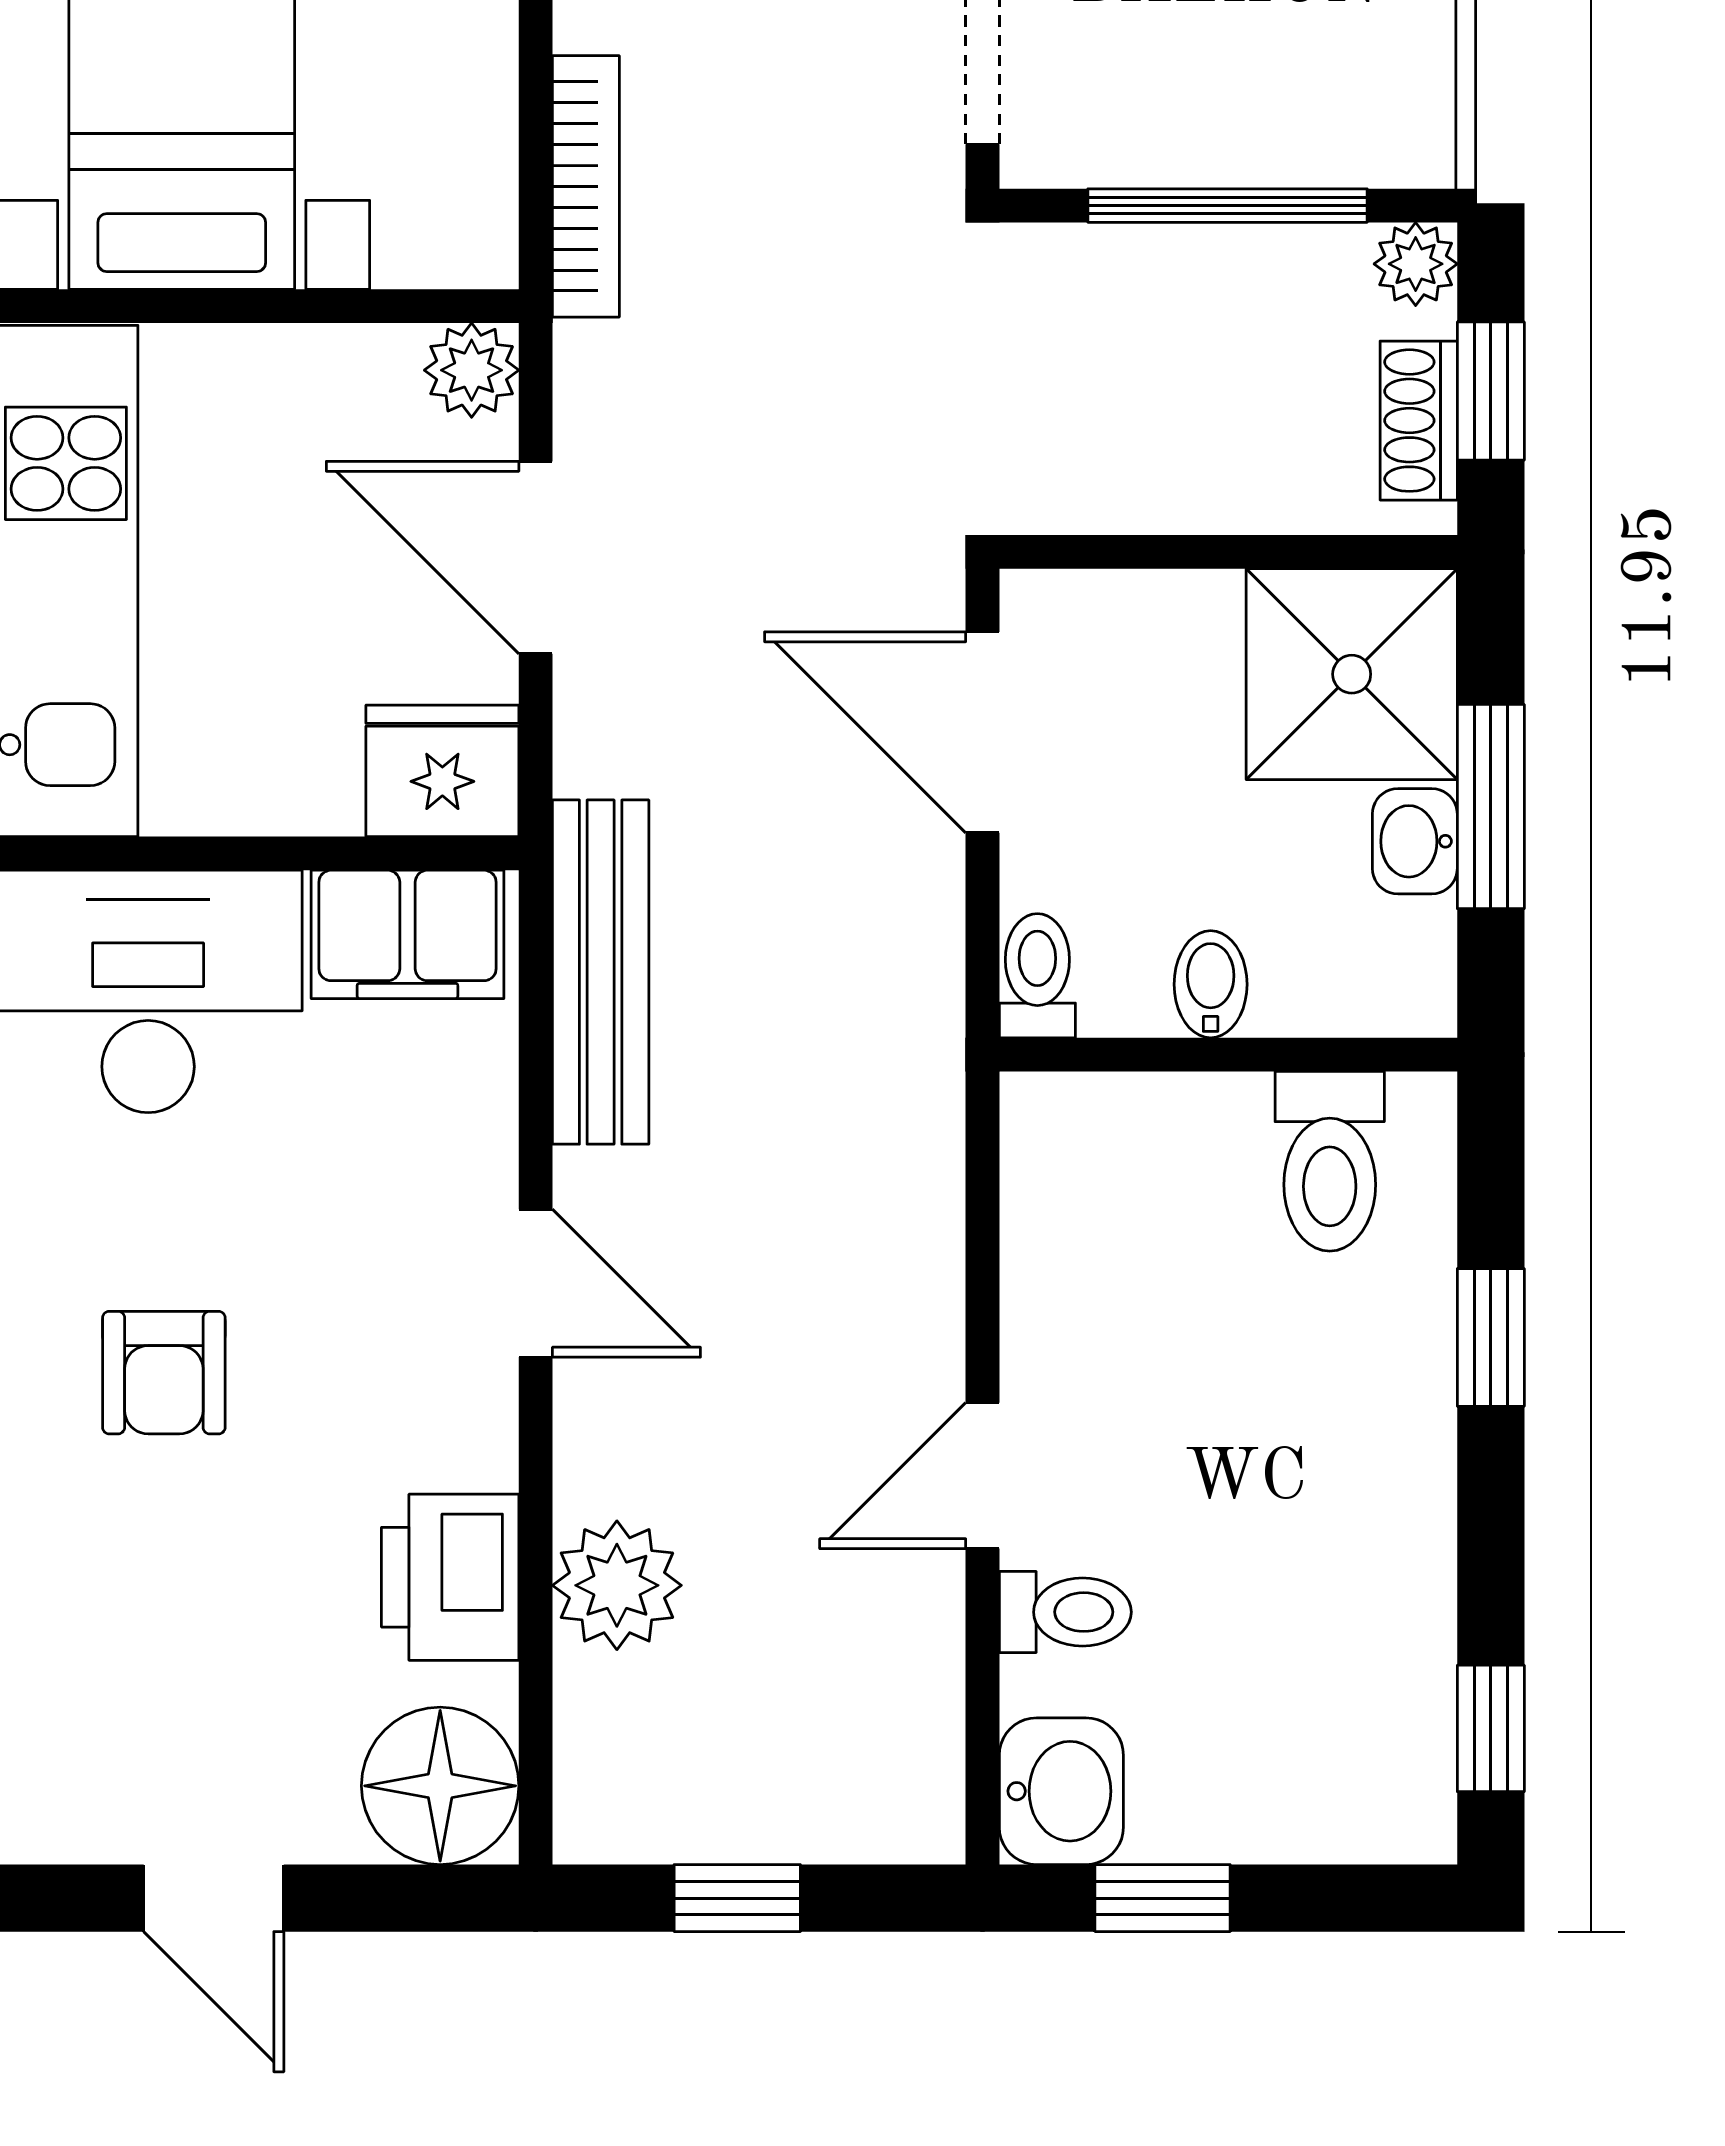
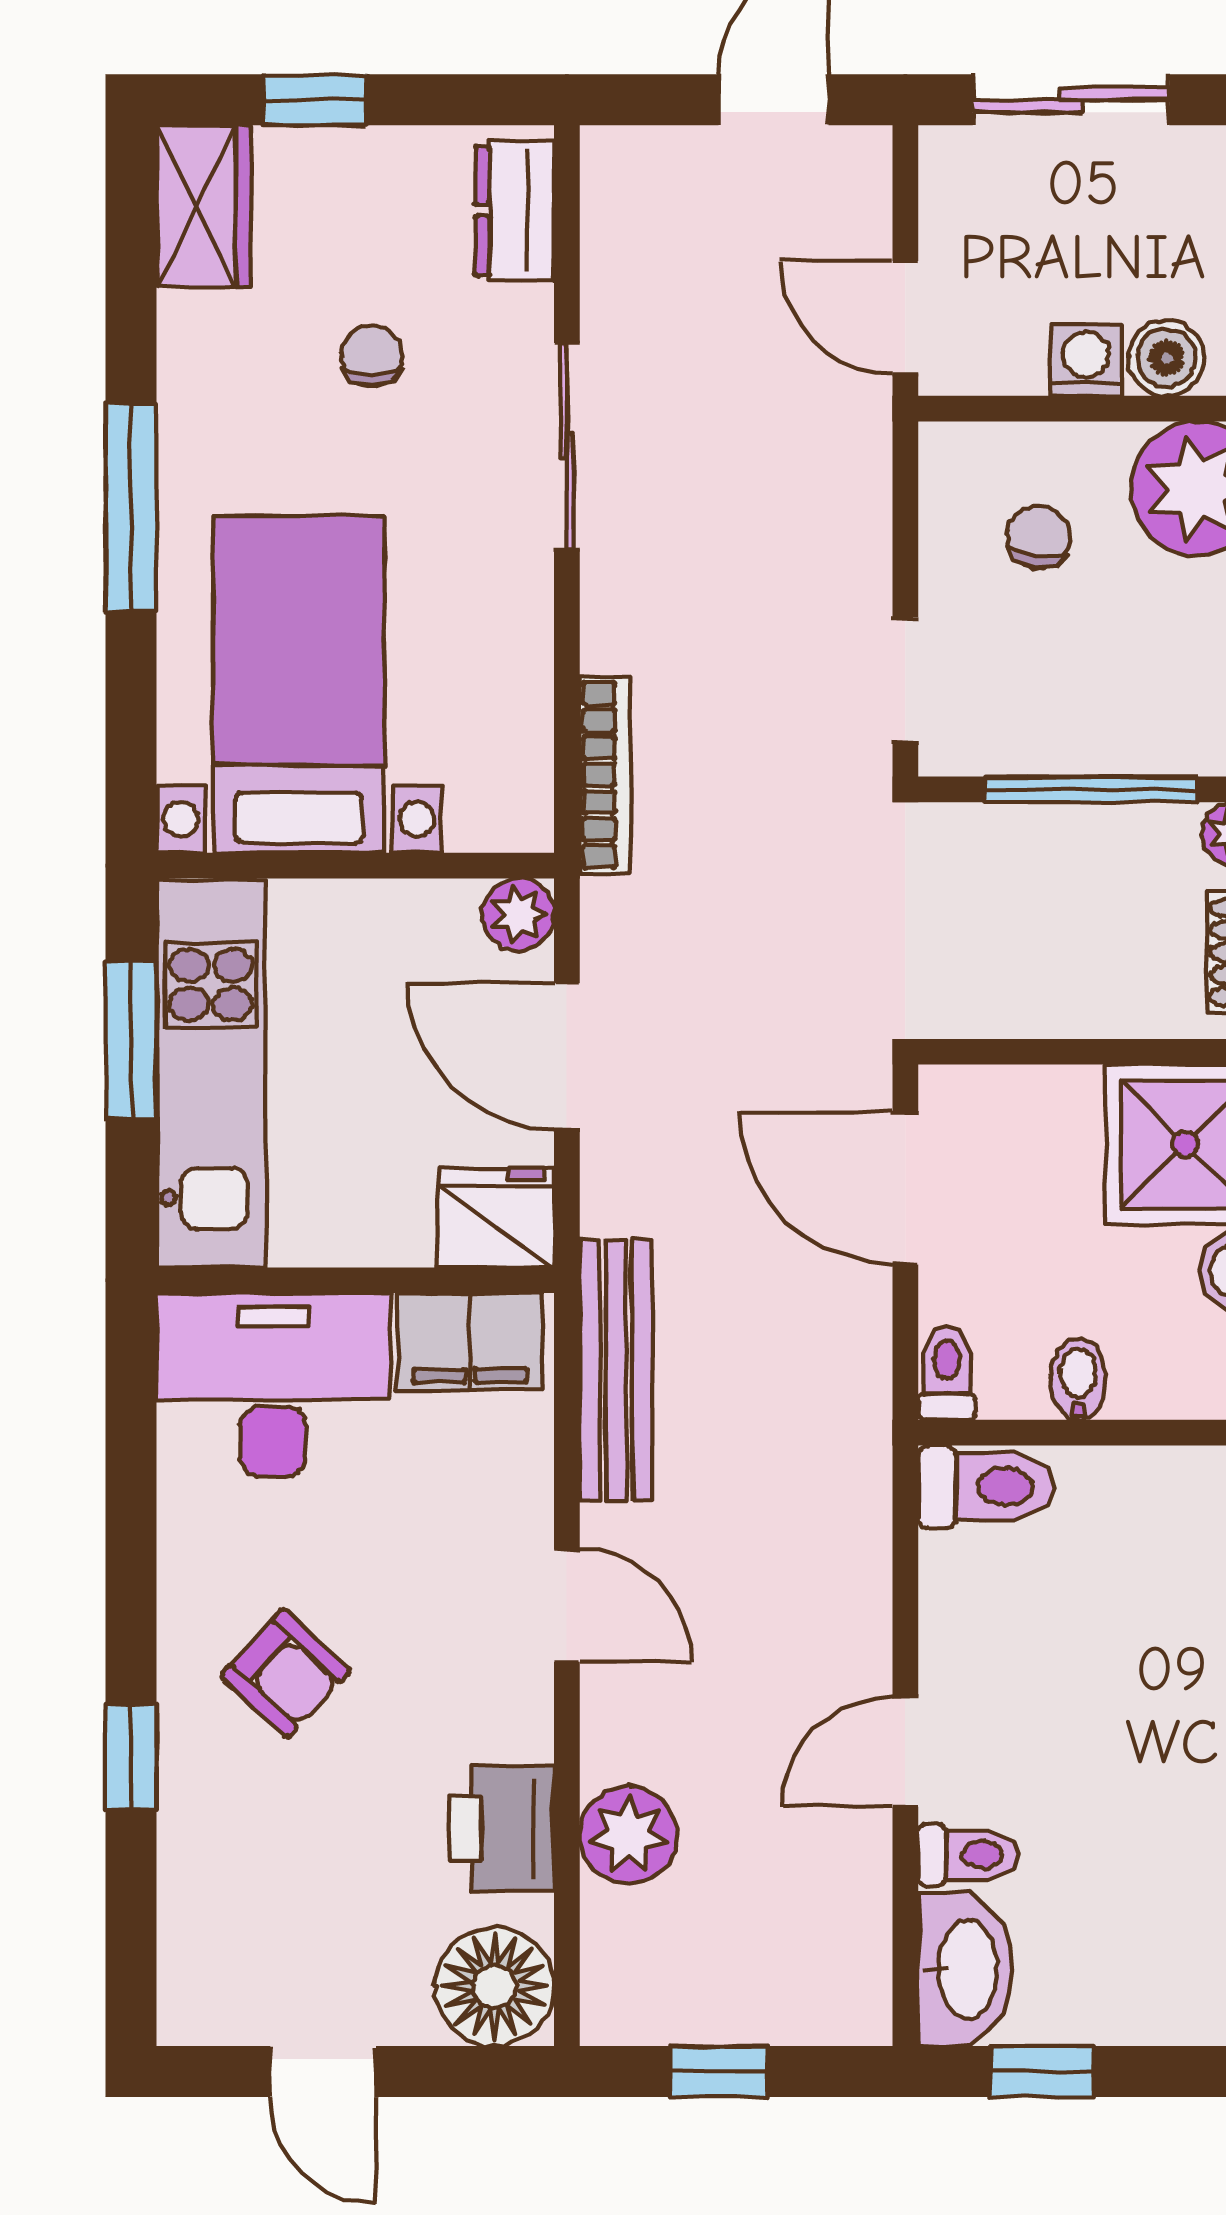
toilet: (1330, 1161) -> (986, 1487), moved, turned -90
armchair: (164, 1373) -> (285, 1674), turned -47
washbasin: (1061, 1791) -> (965, 1969), width x1.38

